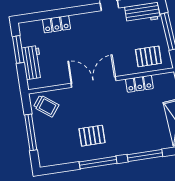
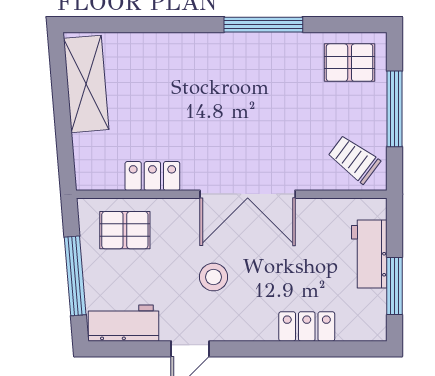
stool: (104, 41) -> (213, 277), added
pallet: (92, 136) -> (350, 63), moved
window: (145, 155) -> (164, 25), removed

